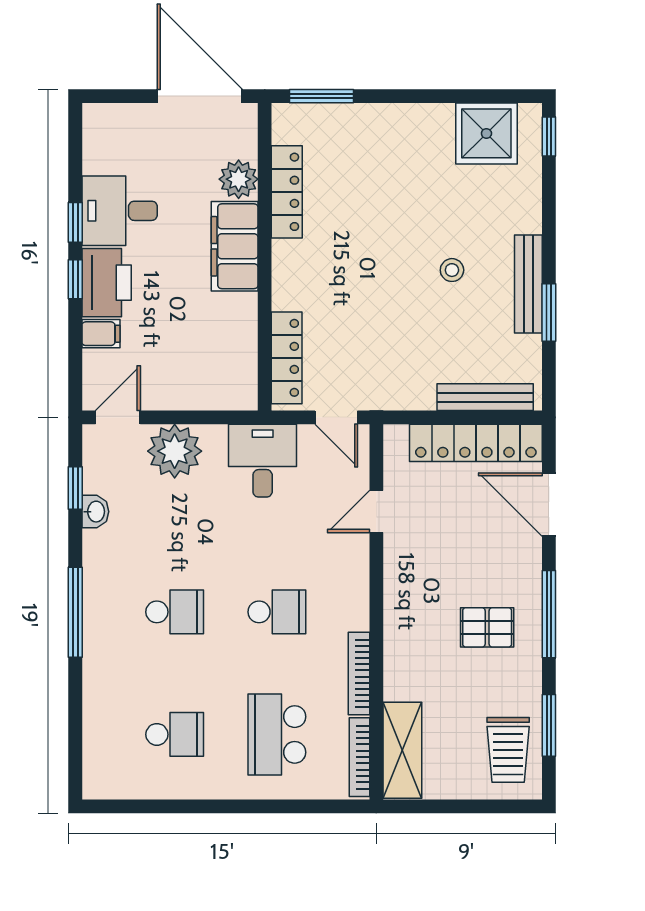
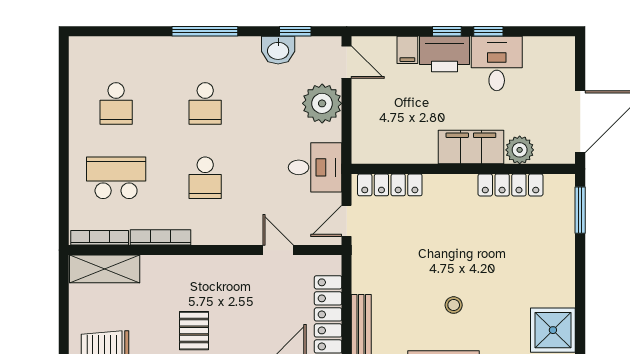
washbasin: (95, 512) -> (278, 50), width x1.38, depth x1.45

